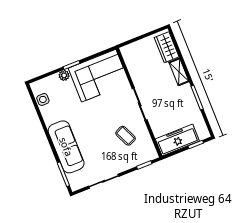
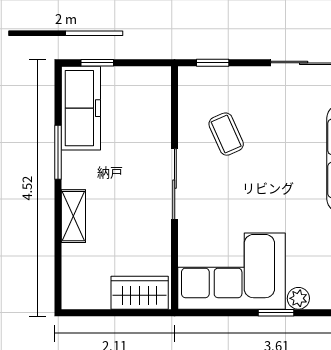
wardrobe: (167, 47) -> (140, 293), moved, turned -90
freezer: (177, 140) -> (81, 108), moved, turned -90

